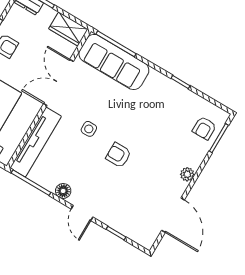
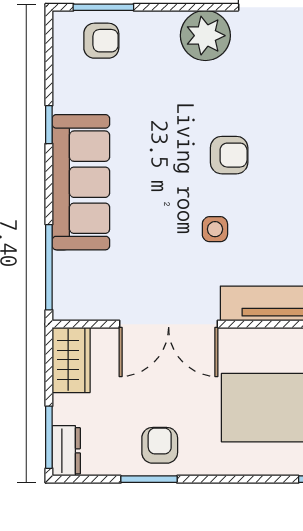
sofa: (114, 62) -> (81, 182), moved
armchair: (118, 155) -> (229, 155), turned -90
plant: (187, 174) -> (205, 36), width x1.88, depth x1.88

